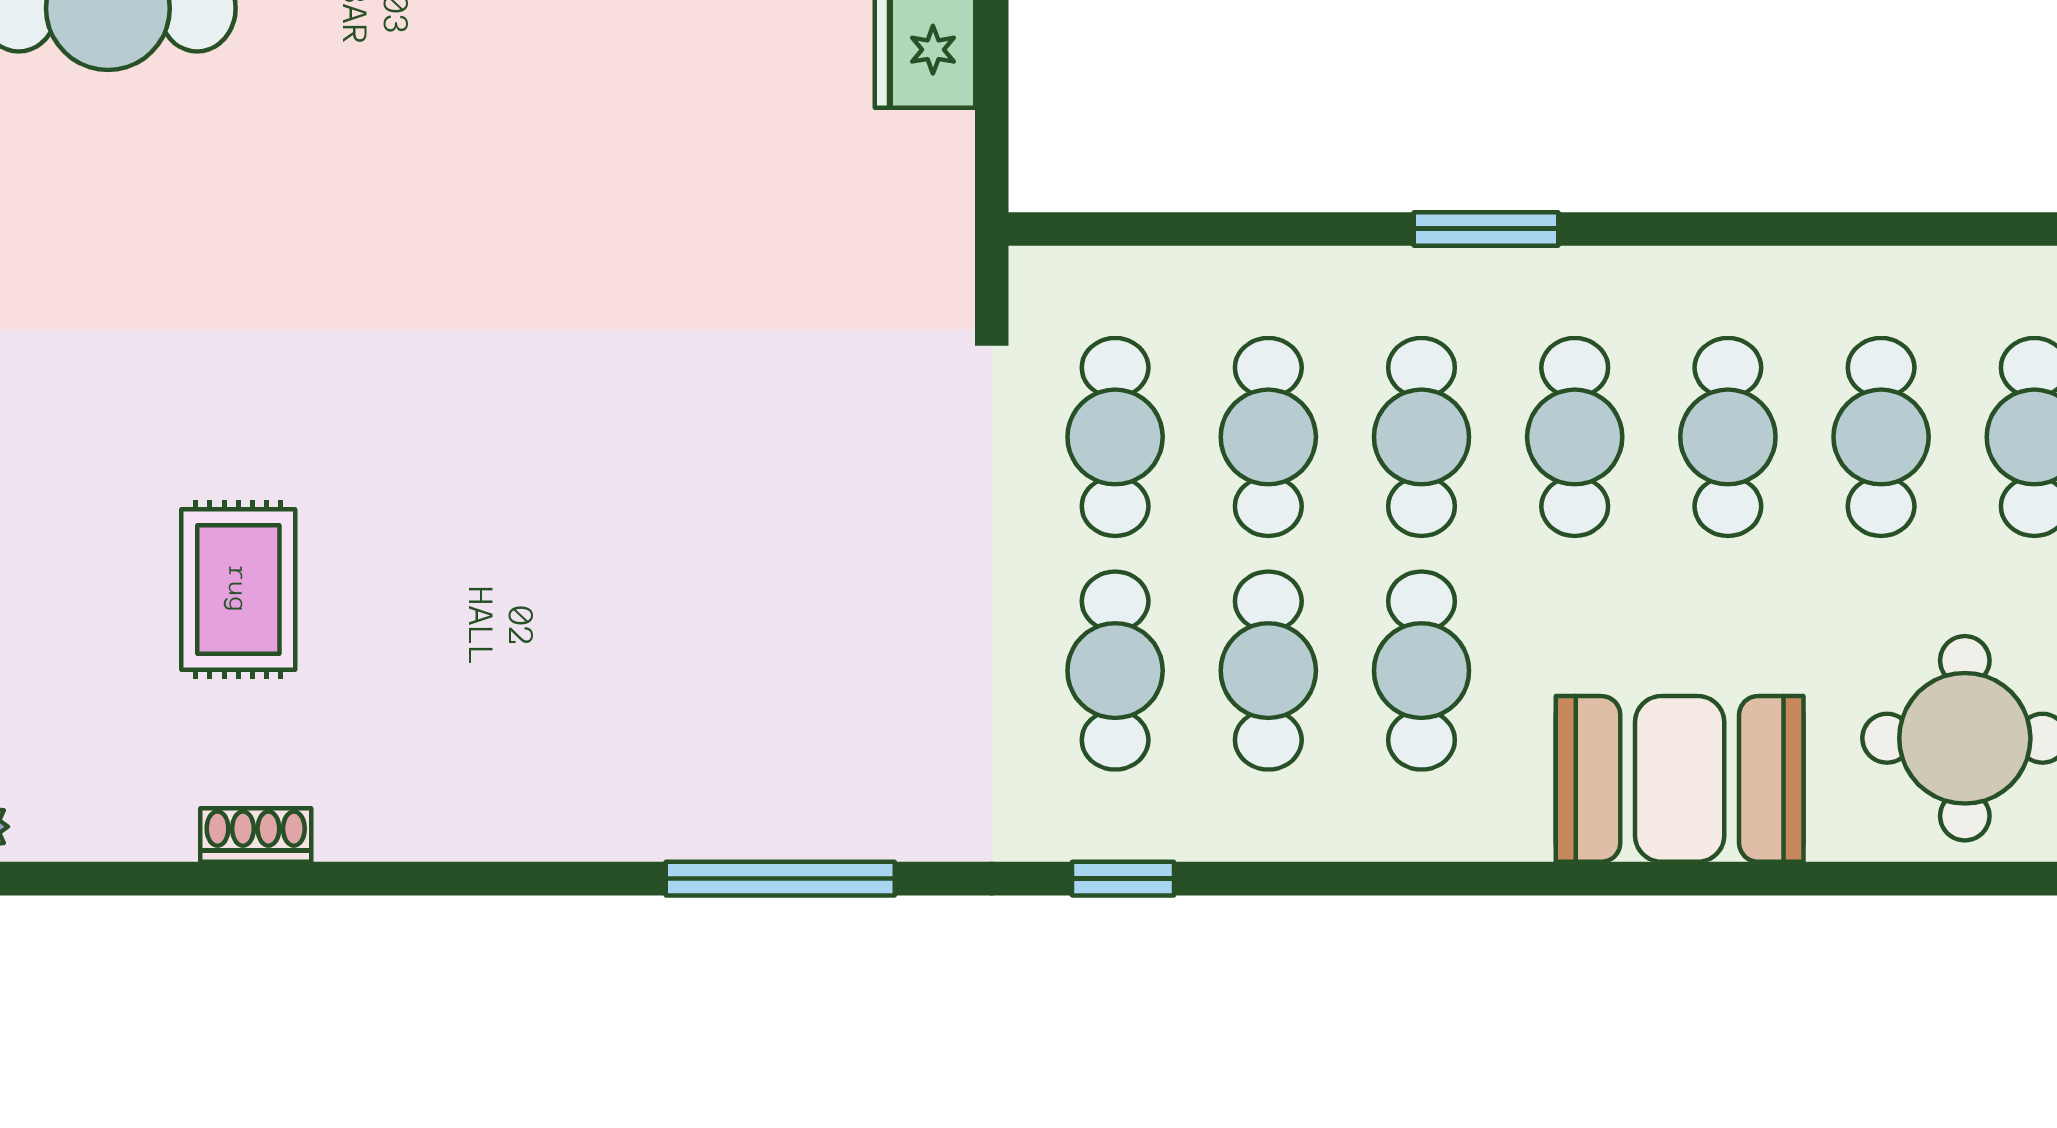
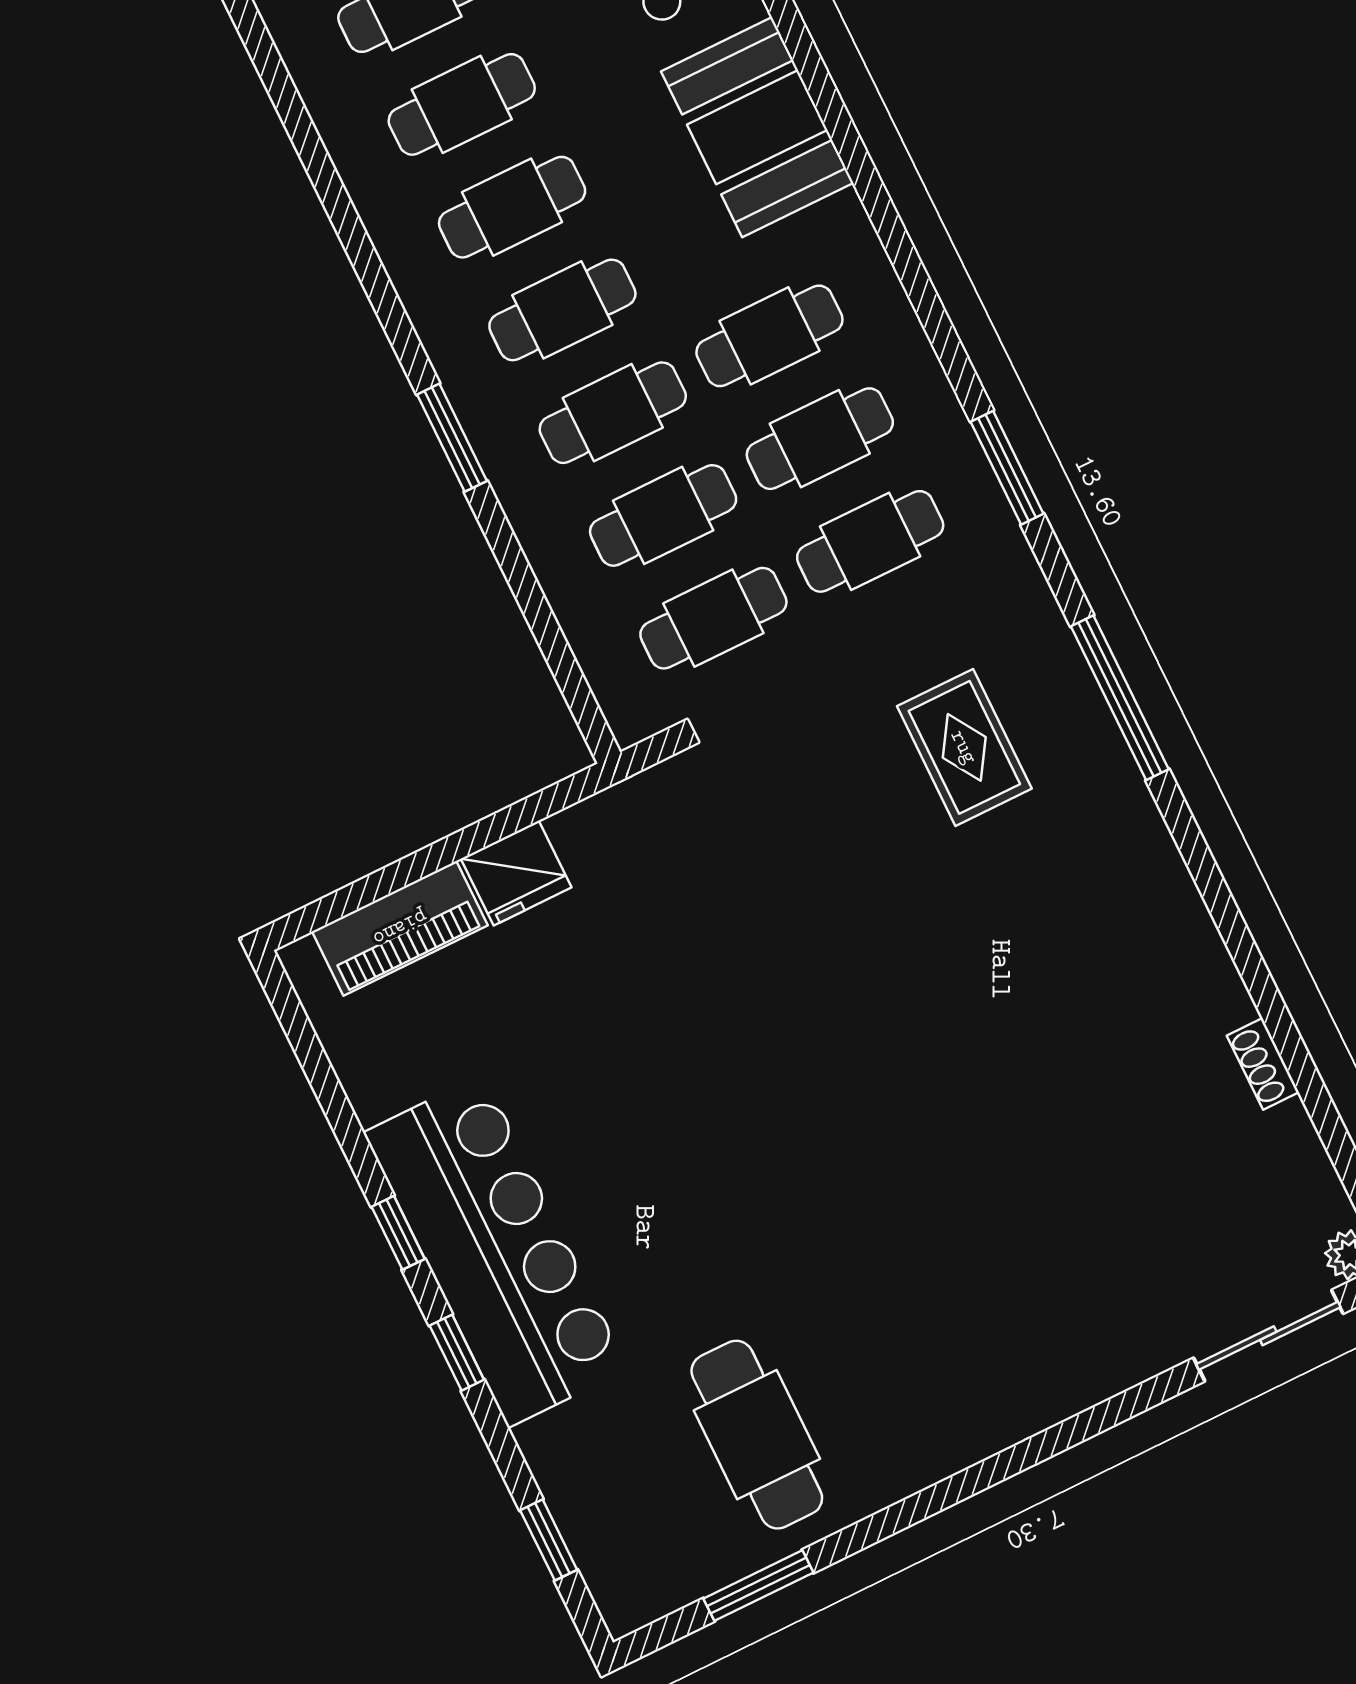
rug: (238, 590) -> (964, 747), moved, turned 90
window: (1123, 879) -> (1007, 468), width x1.50

